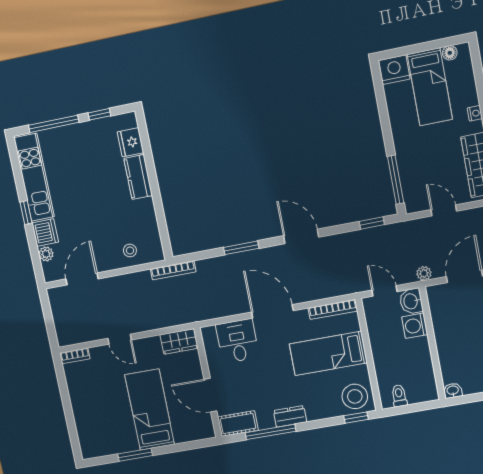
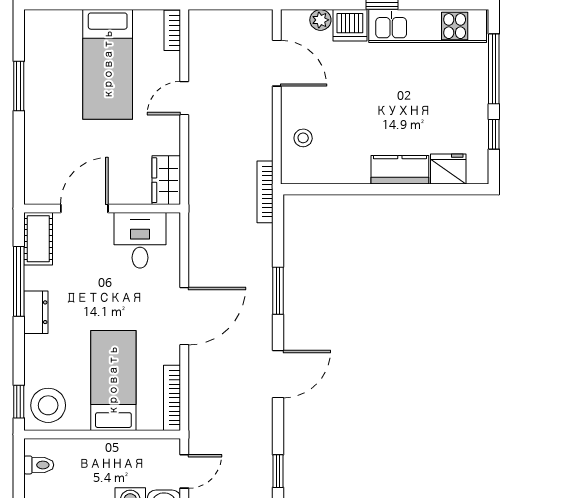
desk: (237, 341) -> (140, 240), moved, turned -90
bed: (150, 410) -> (108, 64), moved, turned 90

